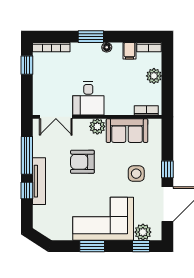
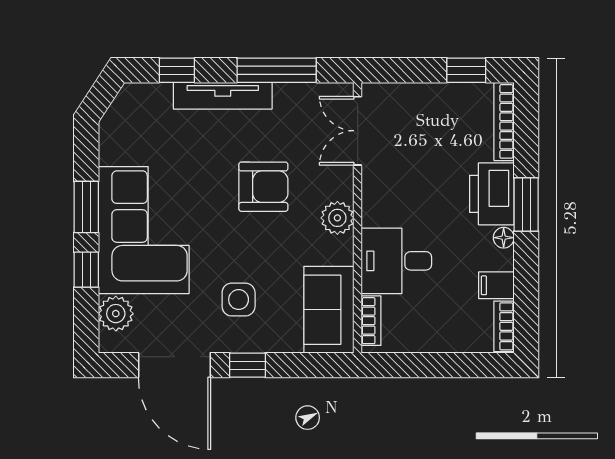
printer: (86, 53) -> (492, 194), added
plant: (154, 76) -> (443, 337), removed
desk: (88, 98) -> (396, 261), moved
sofa: (127, 131) -> (329, 310), moved
armchair: (82, 162) -> (263, 187), turned 90
window: (27, 191) -> (177, 70), moved
window: (141, 246) -> (86, 270), moved

